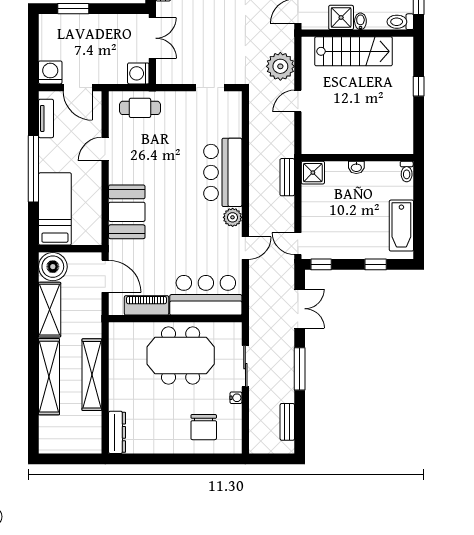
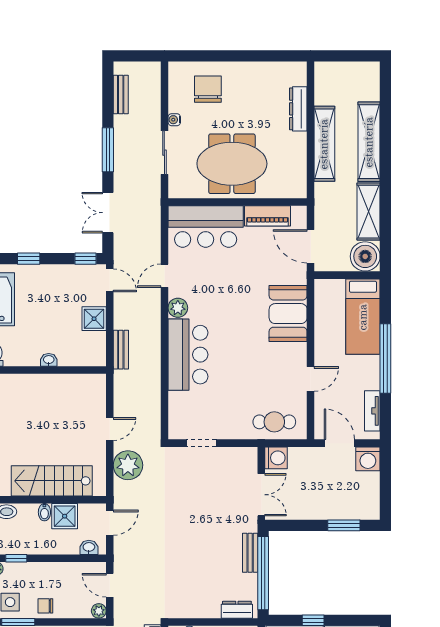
double door: (152, 38) -> (261, 495), swing flipped
shower: (313, 173) -> (94, 319), moved
dresser: (117, 432) -> (298, 109), moved

